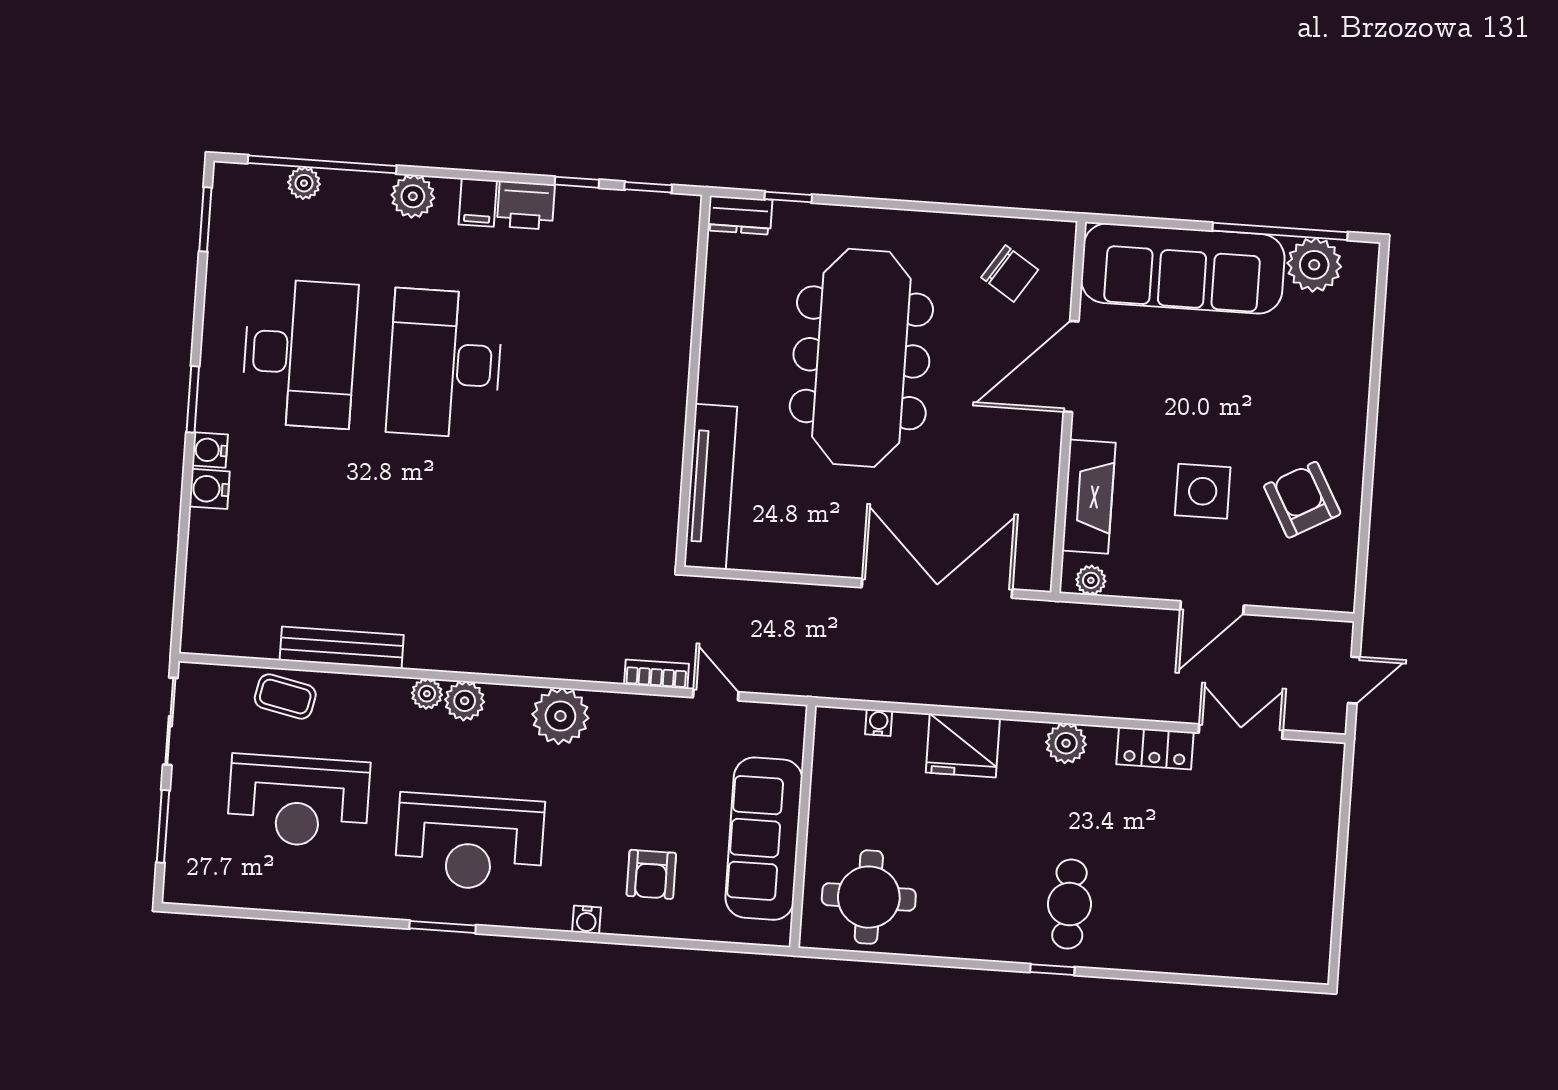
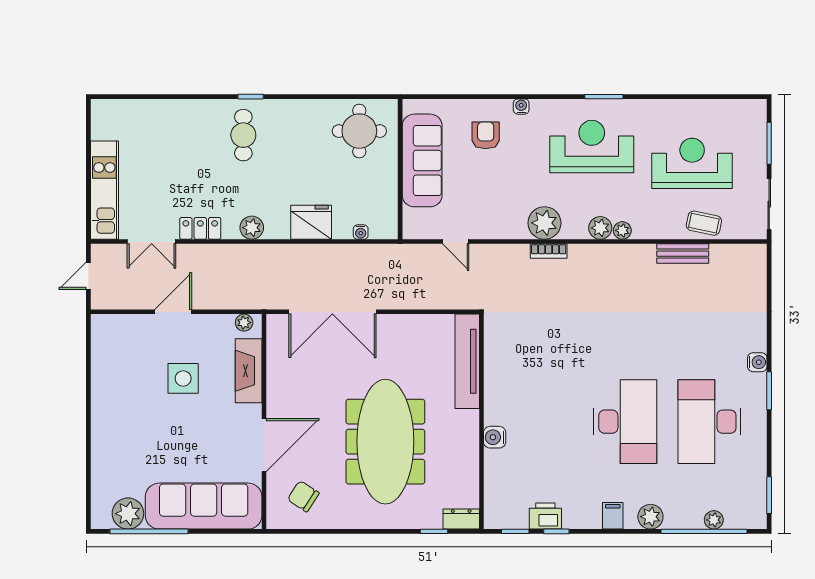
printer: (526, 205) -> (545, 516), moved
water cooler: (209, 489) -> (495, 437), moved, turned 180
armchair: (1302, 500) -> (125, 378), removed
bench: (342, 648) -> (683, 254), width x0.73
bookcase: (656, 674) -> (549, 251), moved
kitchen unit: (1316, 826) -> (104, 190), added

